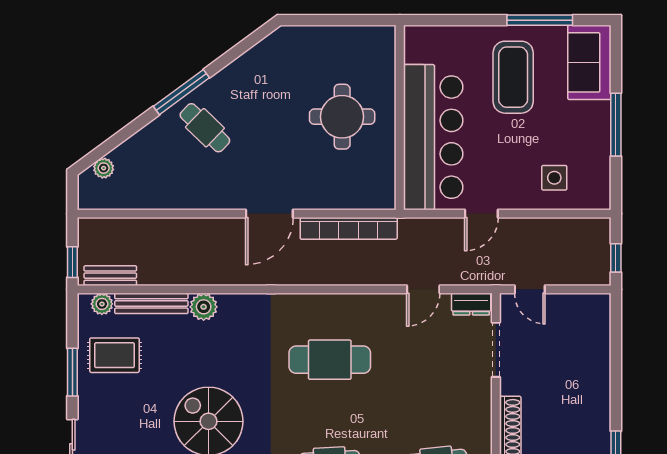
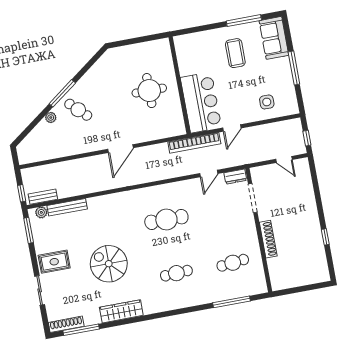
coffee table: (513, 77) -> (235, 53), width x0.73, depth x0.76
bar counter: (433, 137) -> (201, 103), width x0.73
plant: (104, 168) -> (51, 118), moved
bookcase: (349, 228) -> (194, 143), moved
door: (530, 289) -> (284, 159), moved
plant: (204, 307) -> (95, 204), removed
rug: (115, 355) -> (54, 262), moved
window: (72, 372) -> (29, 230), moved

